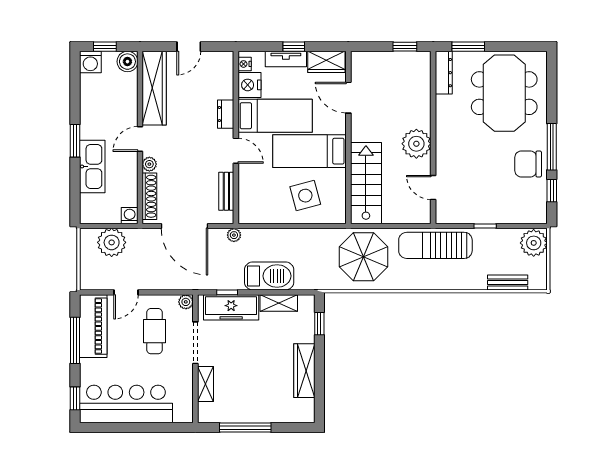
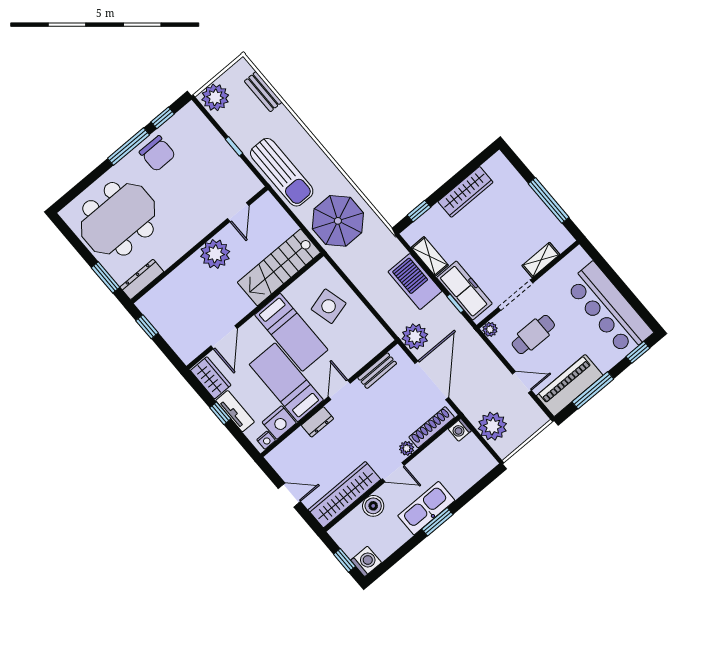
boiler: (127, 62) -> (373, 506), moved
kitchen sink: (92, 166) -> (426, 508), moved
plant: (234, 235) -> (415, 337), width x1.87, depth x1.87

